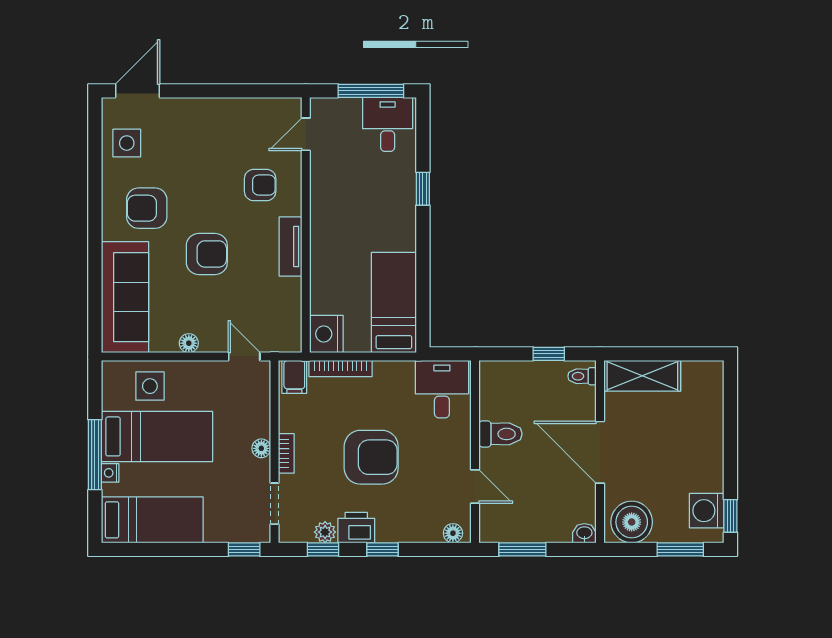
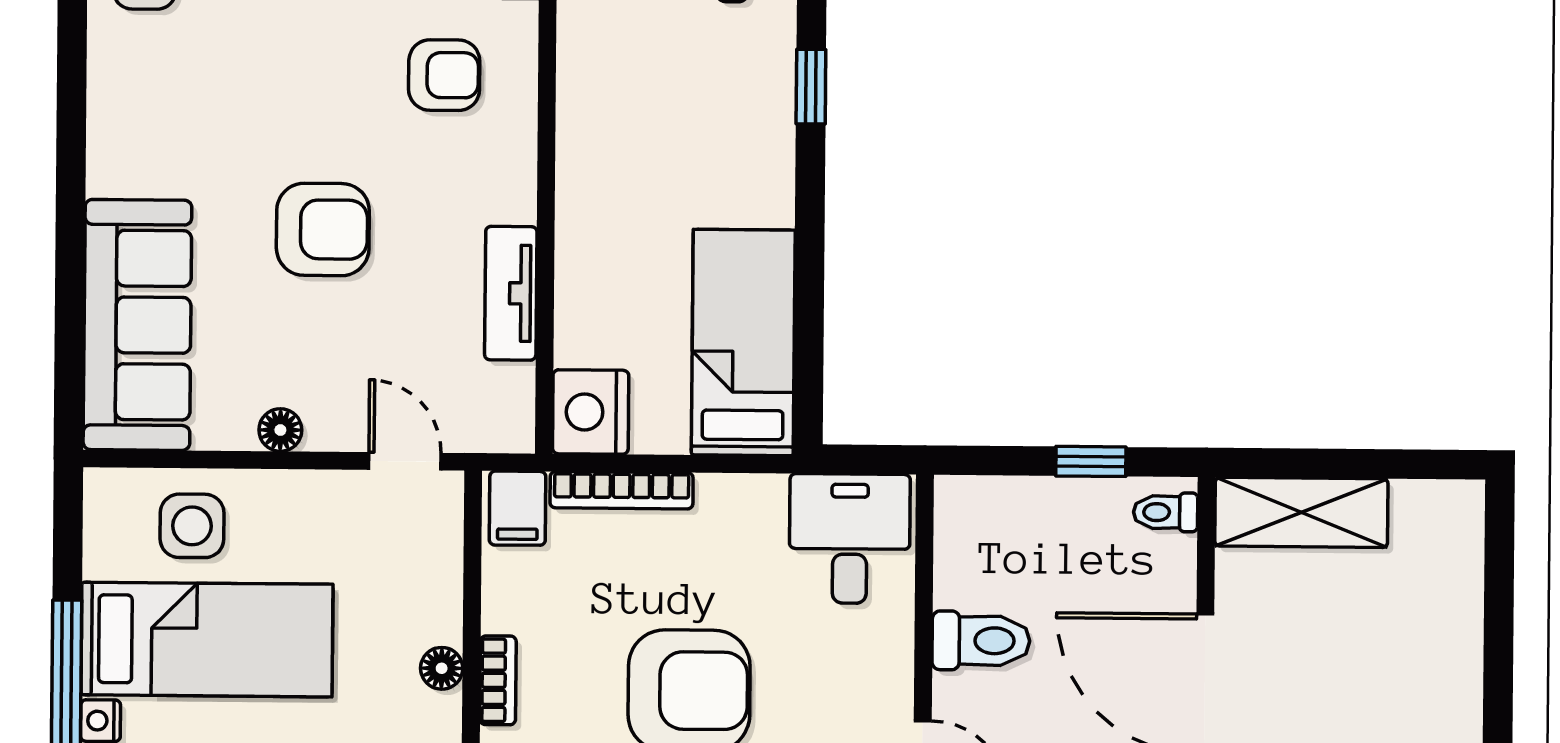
armchair: (147, 208) -> (188, 125), removed
tv unit: (291, 247) -> (511, 293), moved

